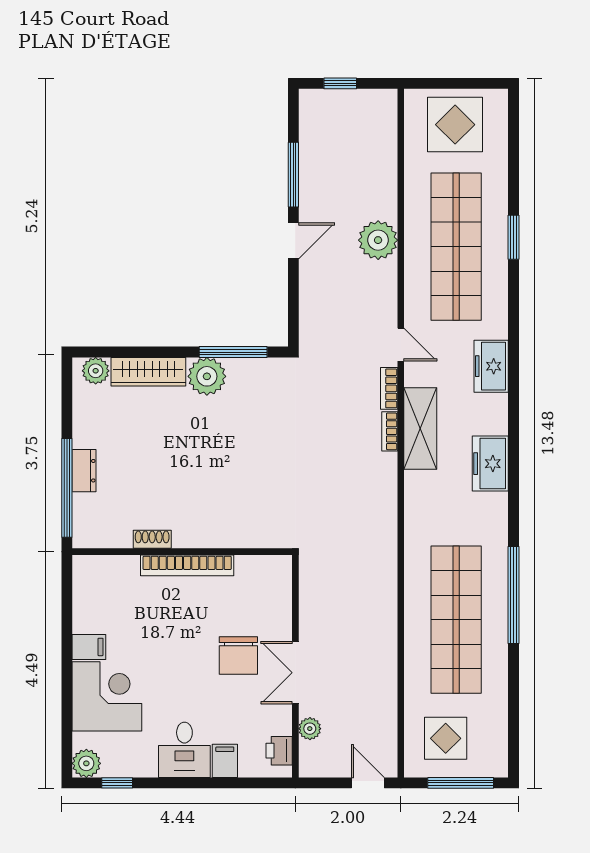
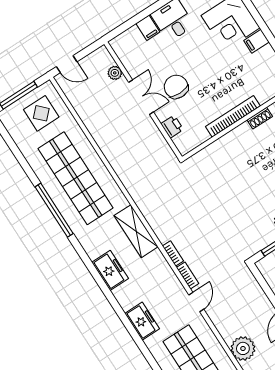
door: (401, 345) -> (196, 302), swing flipped
shelving: (420, 428) -> (136, 231), moved
printer: (279, 751) -> (172, 127), moved

